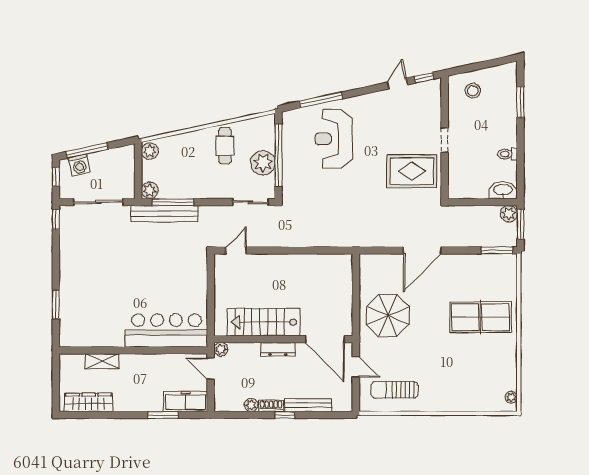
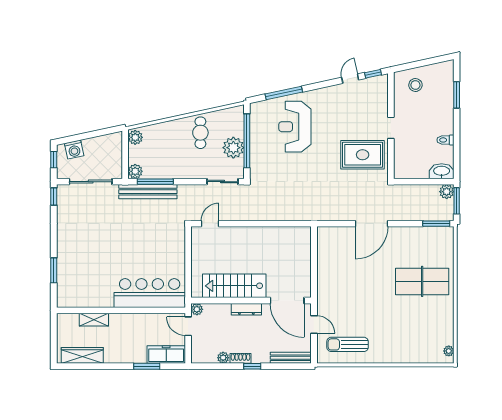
window: (87, 150) -> (81, 137), removed
parasol: (388, 315) -> (342, 280), removed
bench: (308, 405) -> (291, 358), moved

